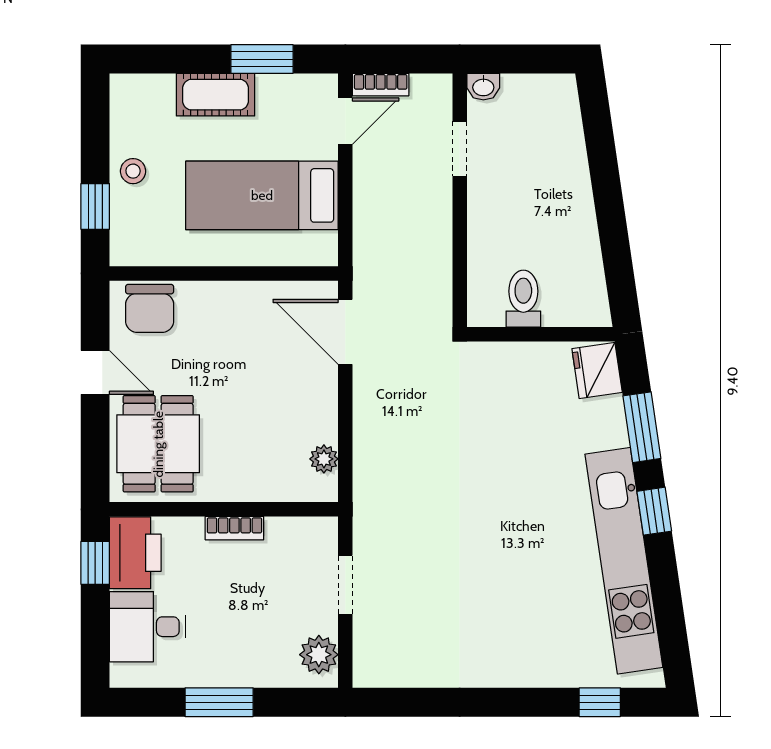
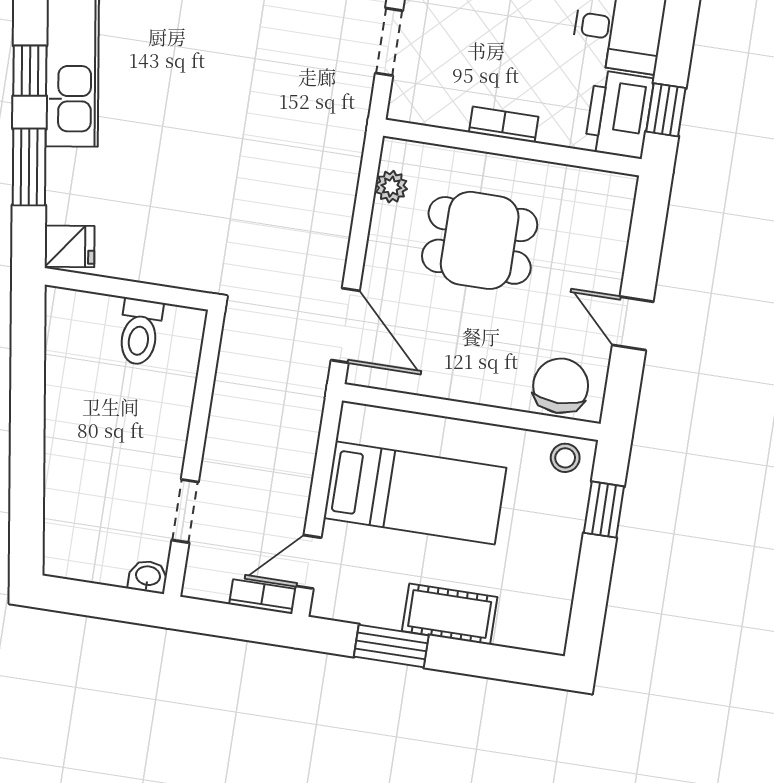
stool: (133, 171) -> (565, 458), moved
fridge: (597, 371) -> (70, 246), width x0.72
dining table: (158, 444) -> (480, 240), moved, turned 90

